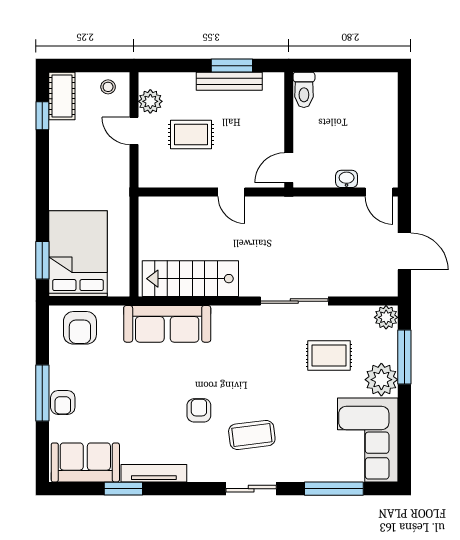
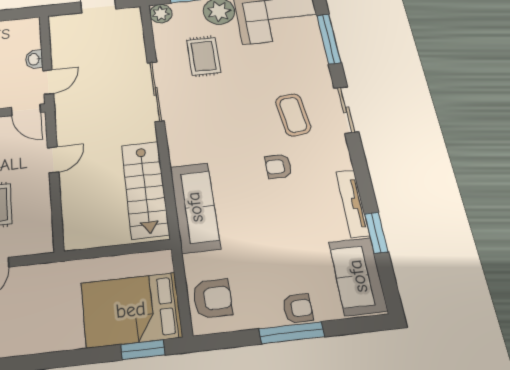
door: (379, 192) -> (48, 82), moved

